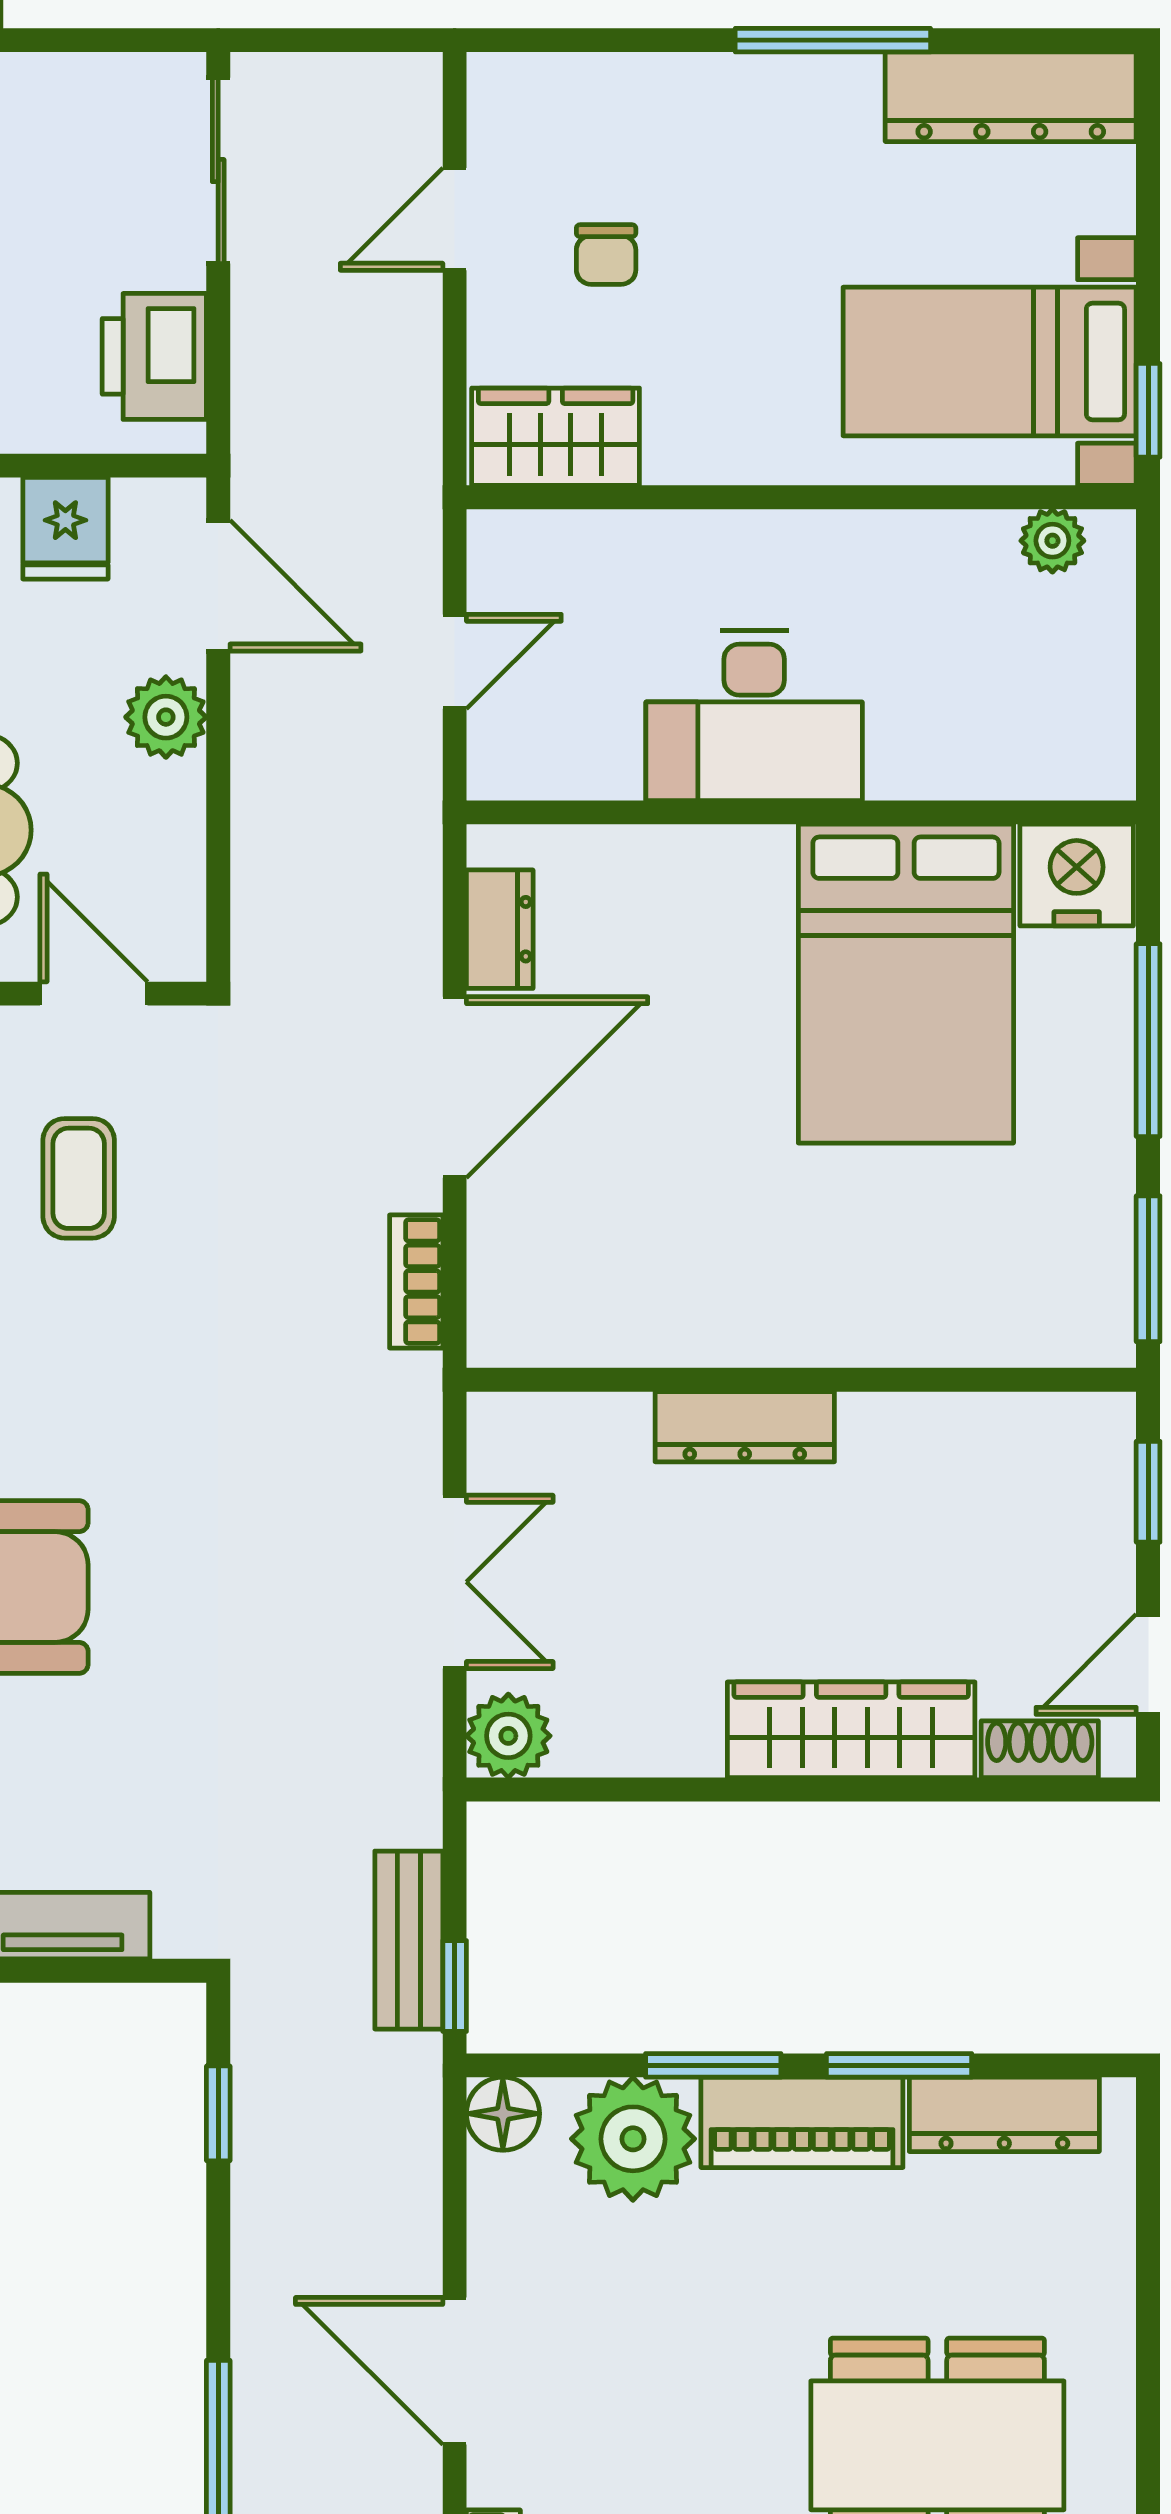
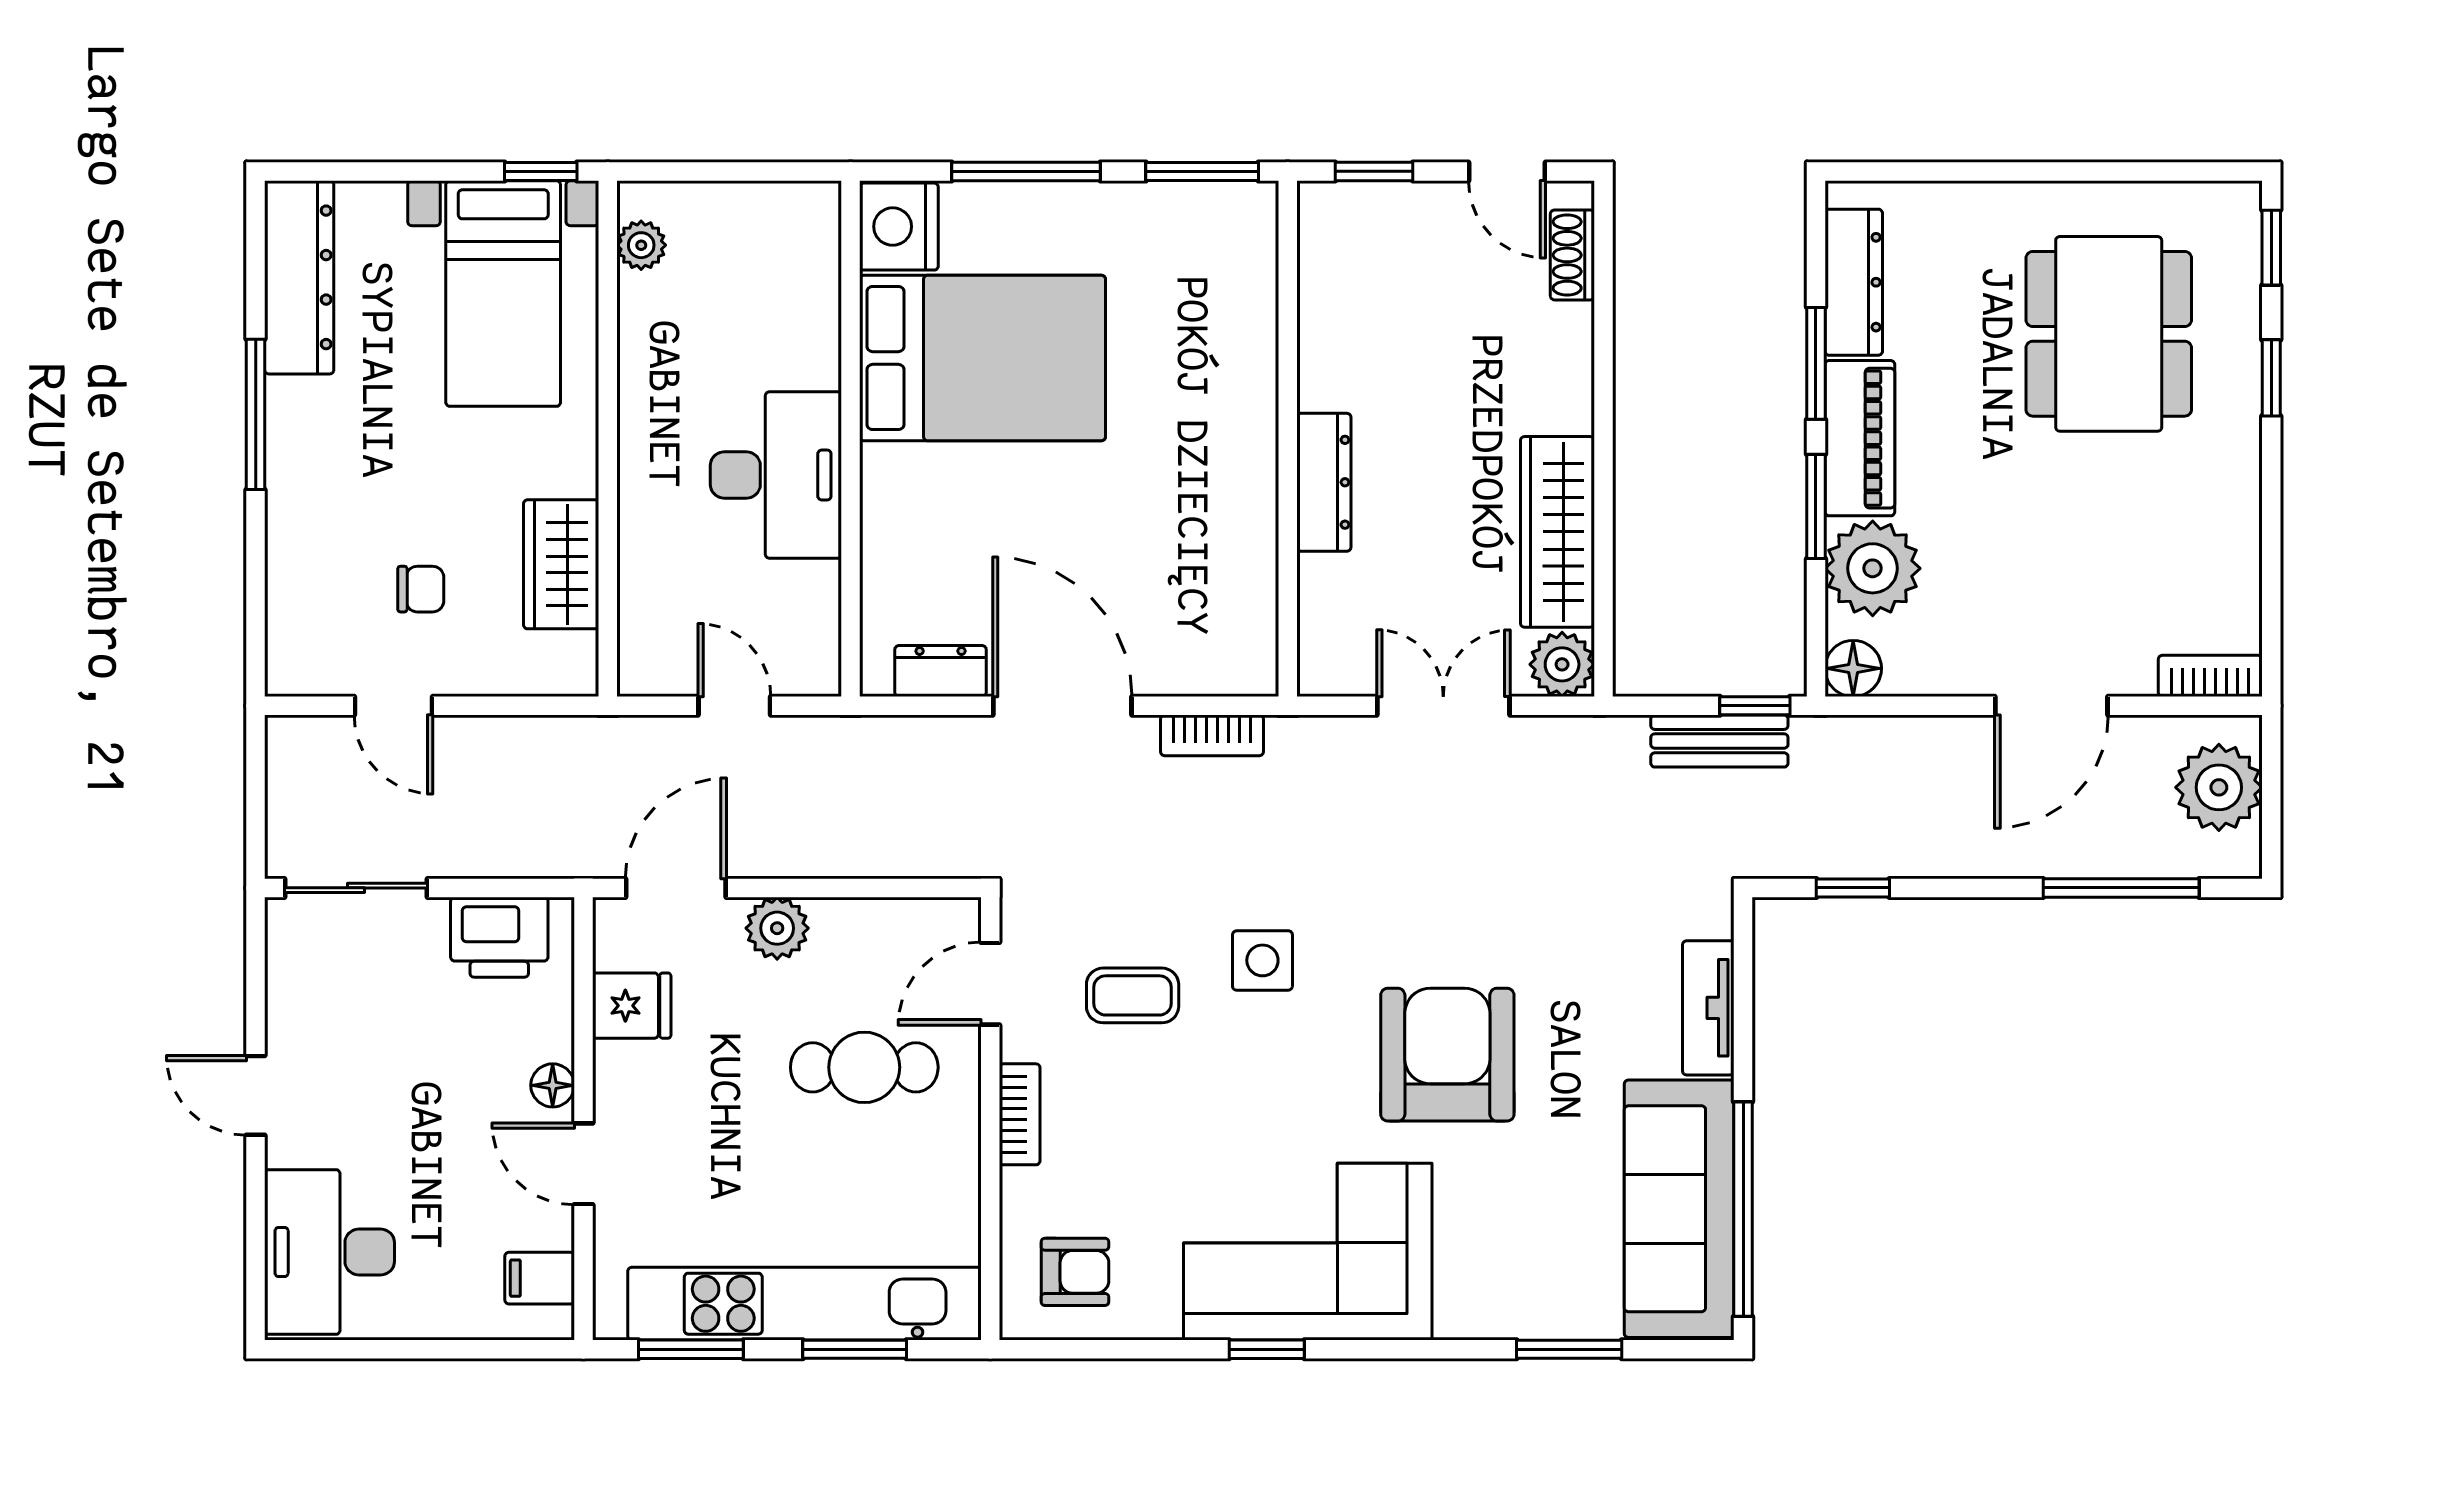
wardrobe: (556, 437) -> (561, 564), moved
side table: (124, 1347) -> (1262, 960), added
wardrobe: (851, 1730) -> (1557, 532), moved

